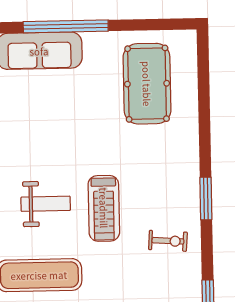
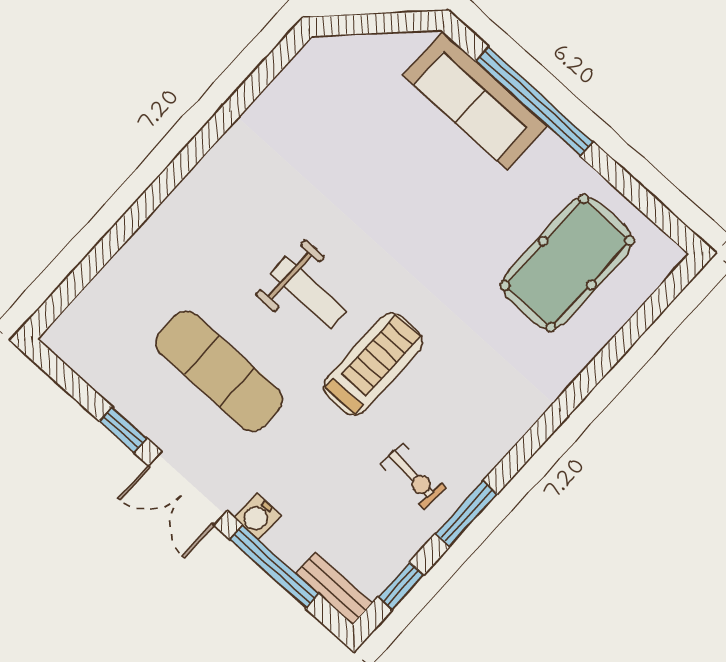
window: (206, 198) -> (466, 514), moved
treadmill: (104, 208) -> (373, 364), turned 180

